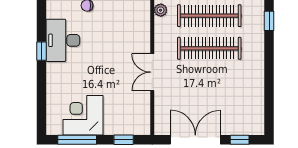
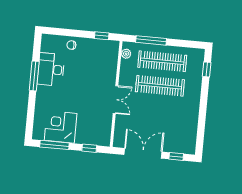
window: (42, 51) -> (34, 76), width x2.17
double door: (152, 72) -> (116, 100), swing flipped

